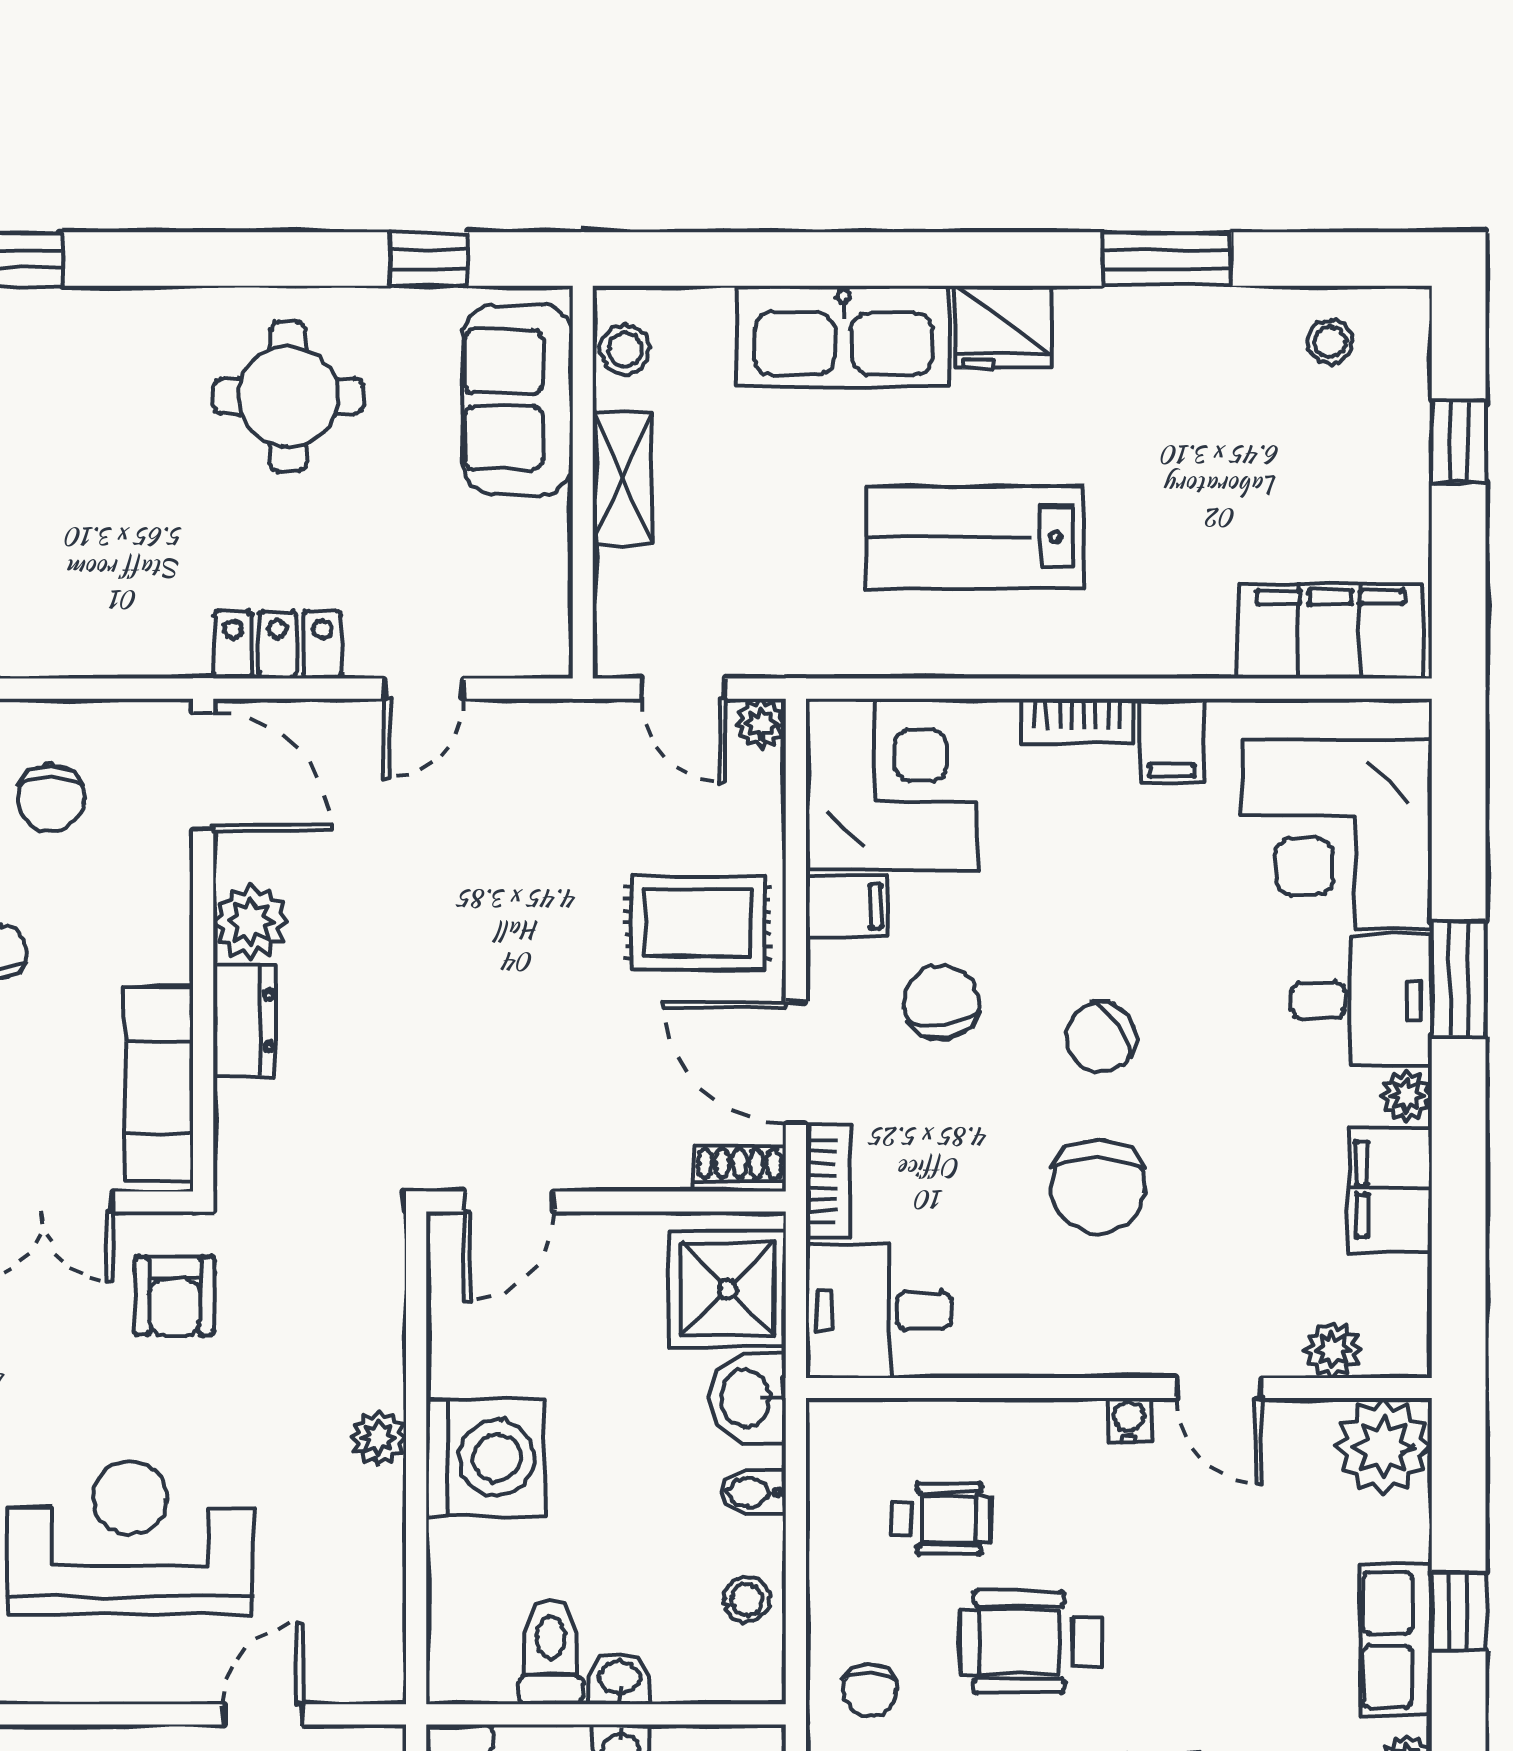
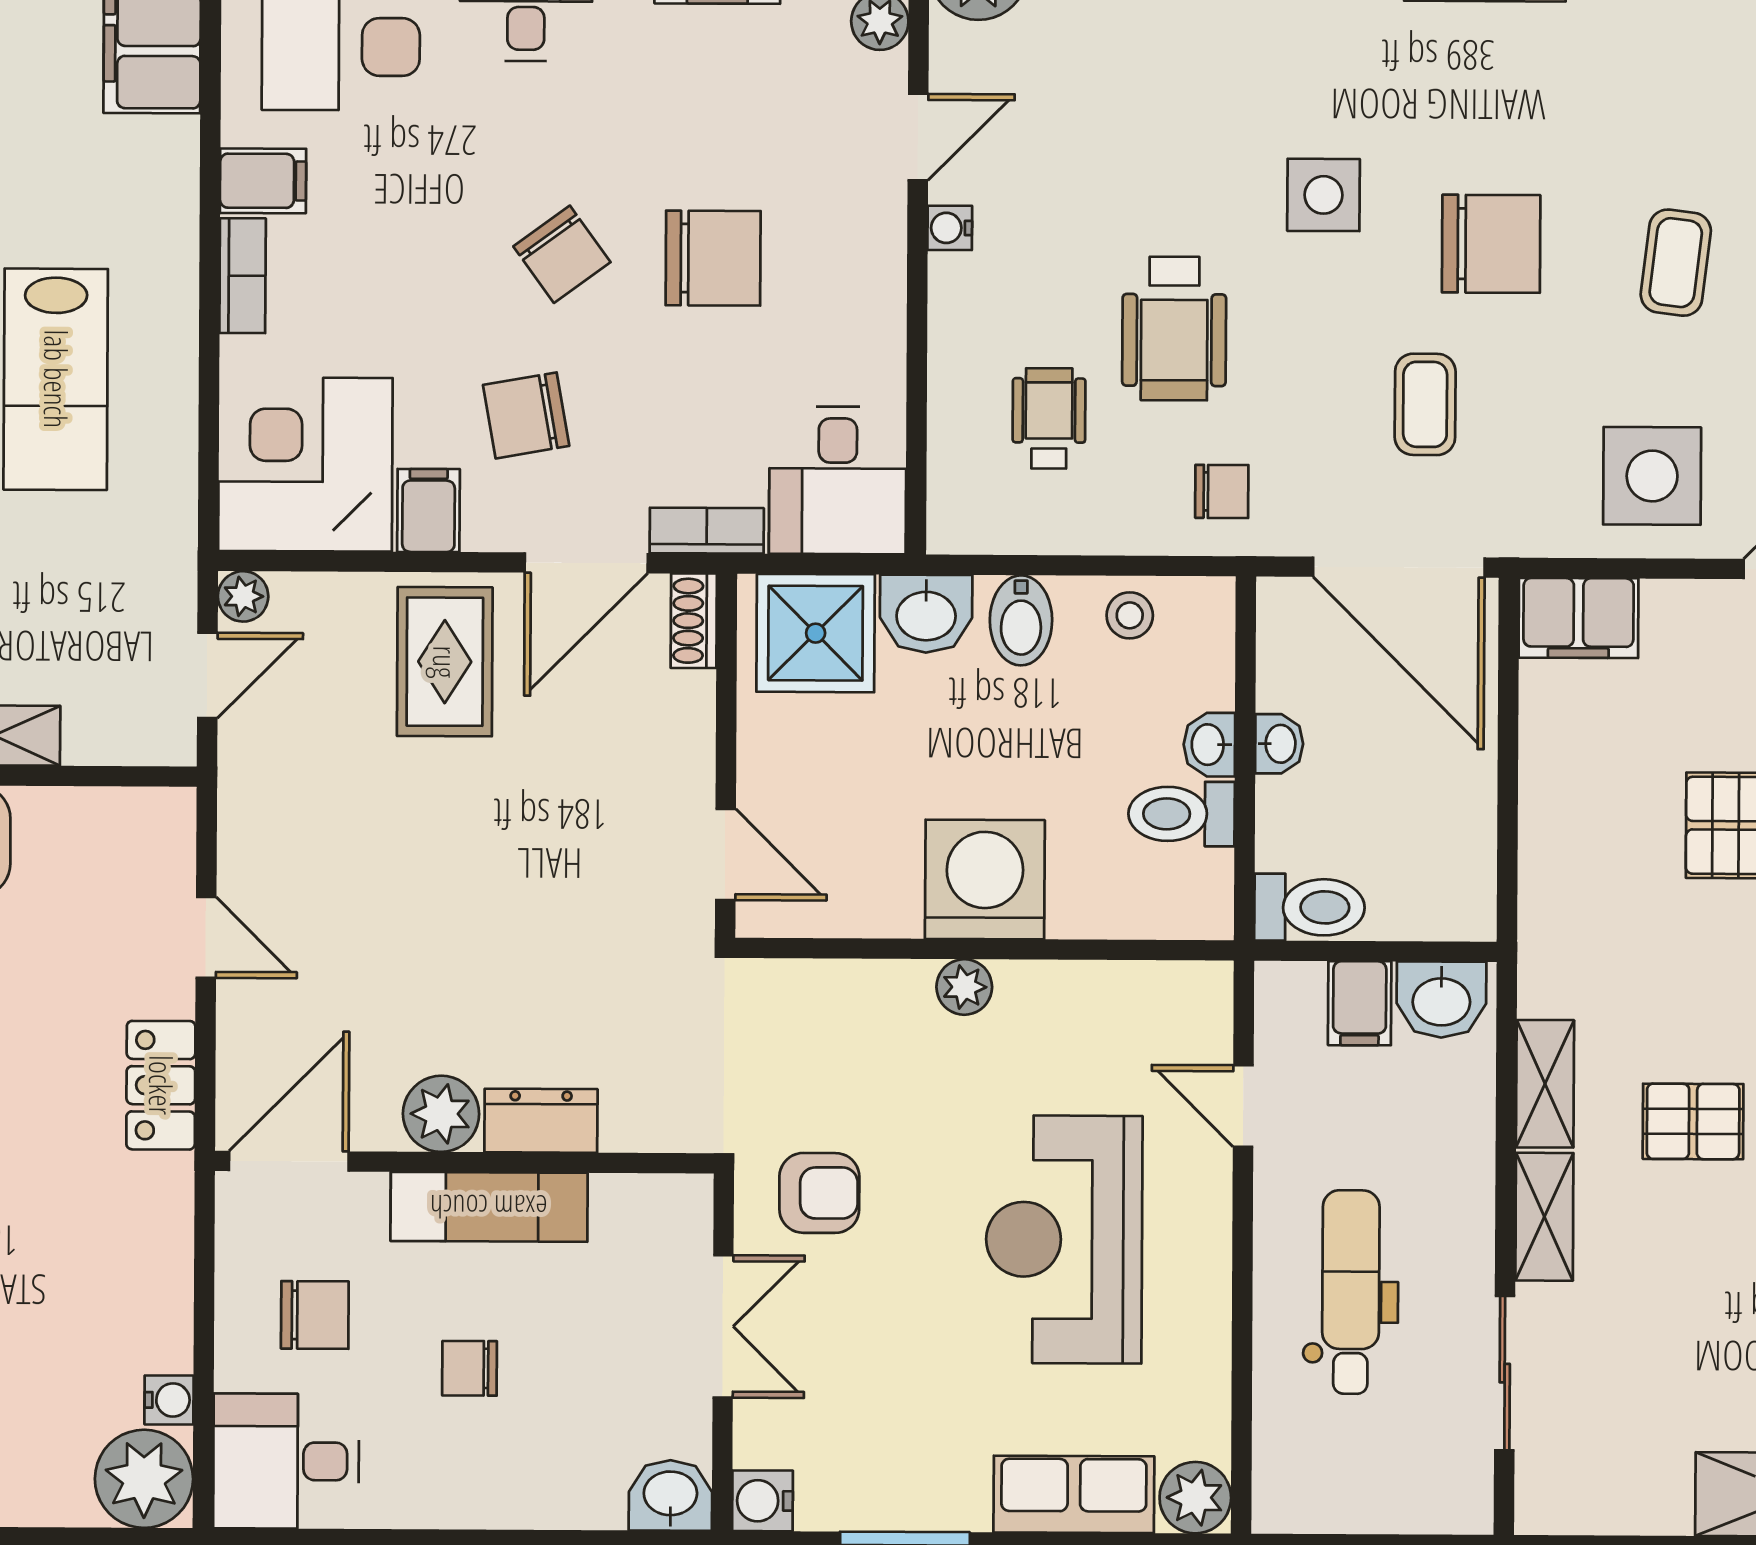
exam couch: (159, 1084) -> (489, 1207), moved
bidet: (753, 1492) -> (1021, 620), width x1.38, depth x1.36

